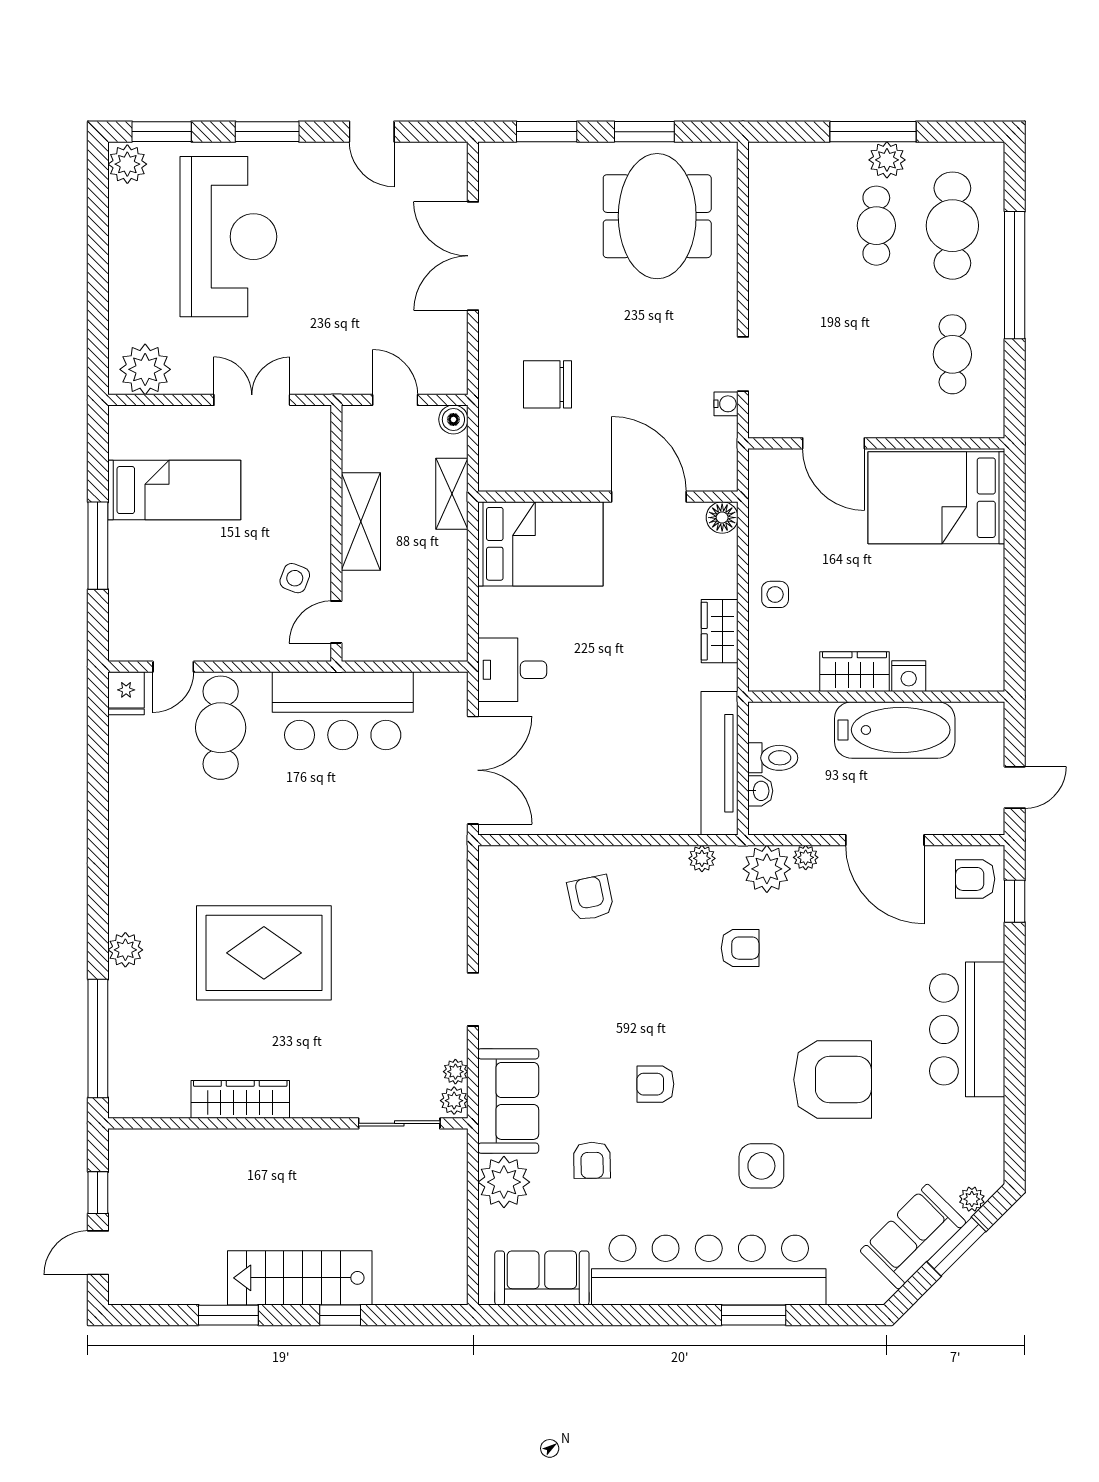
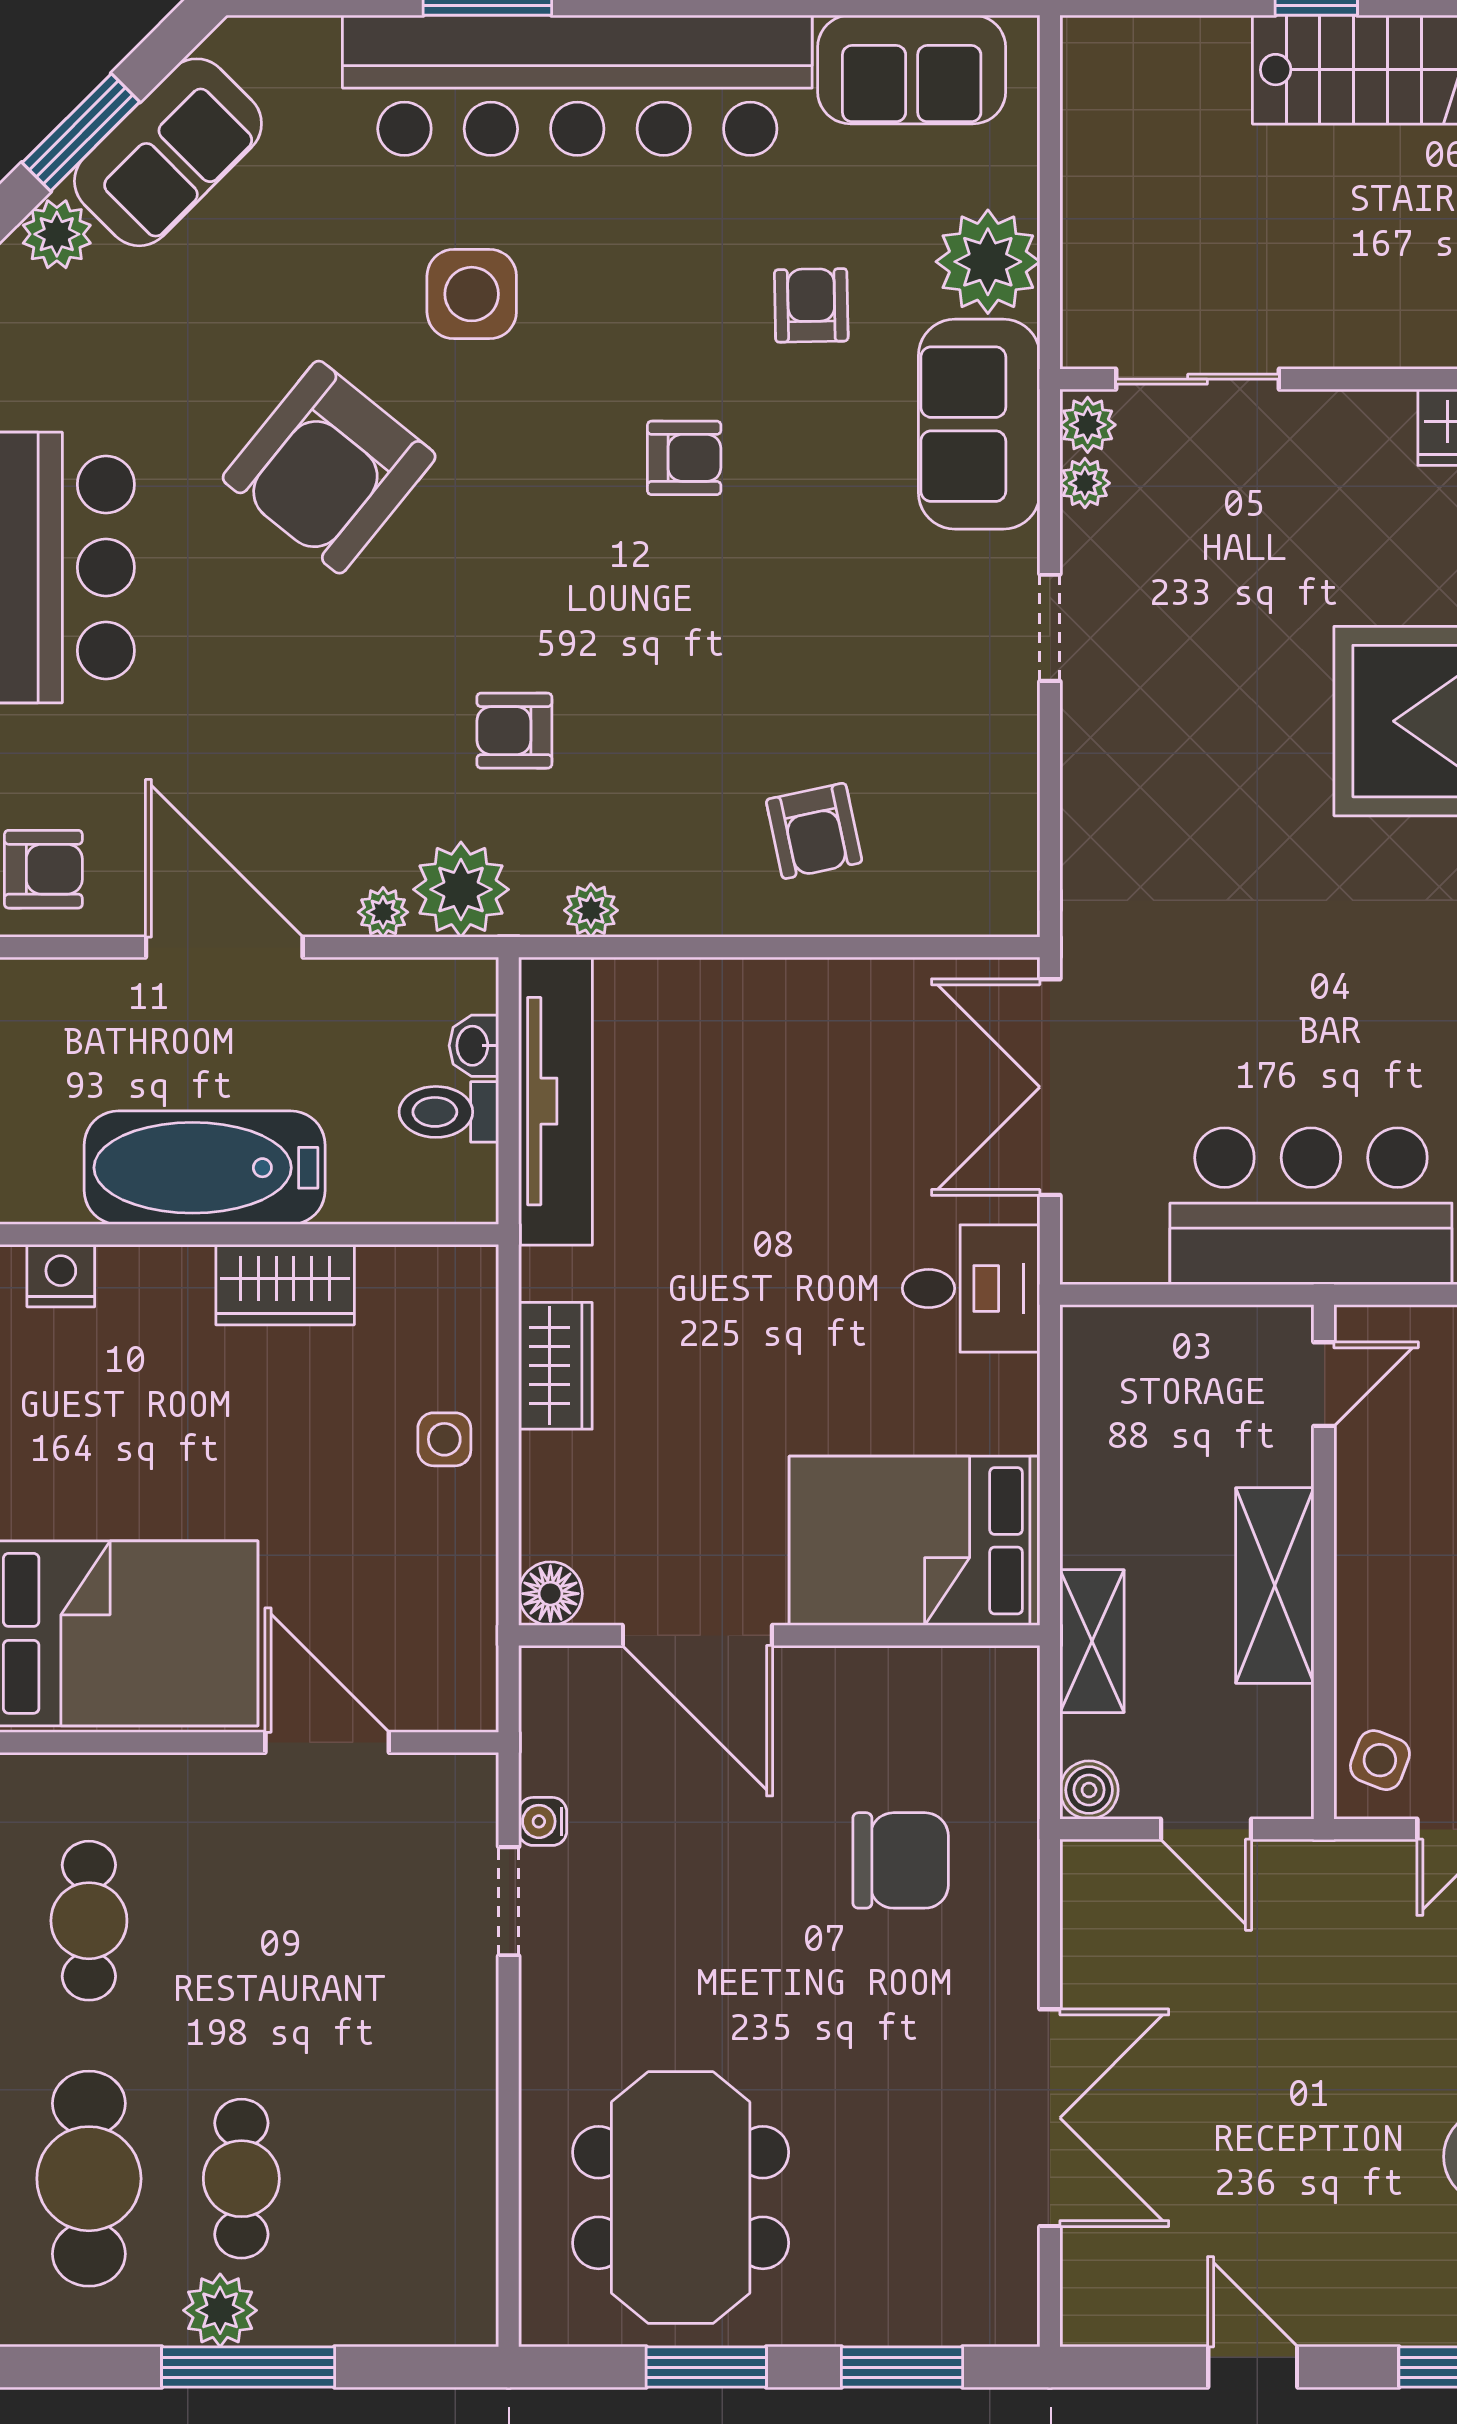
side table: (295, 578) -> (1380, 1760), moved
nightstand: (909, 676) -> (61, 1276), moved
armchair: (833, 1080) -> (329, 467), turned -51
plant: (972, 1199) -> (57, 234), width x1.38, depth x1.38

